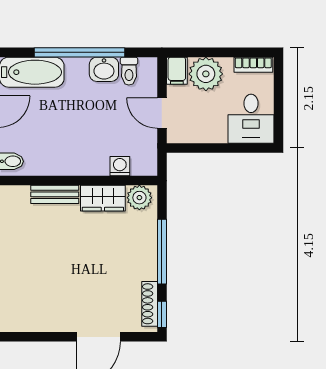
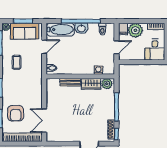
washbasin: (104, 69) -> (81, 28), moved
door: (162, 113) -> (116, 47), swing flipped

